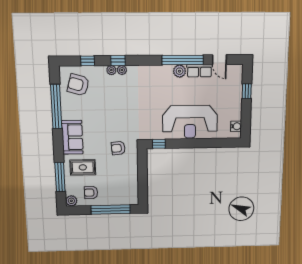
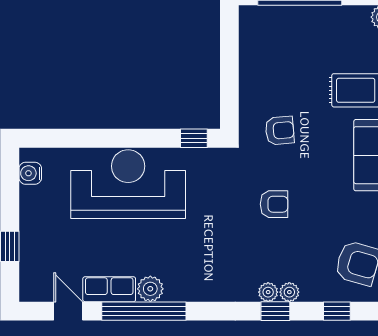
armchair: (91, 193) -> (274, 204), moved

